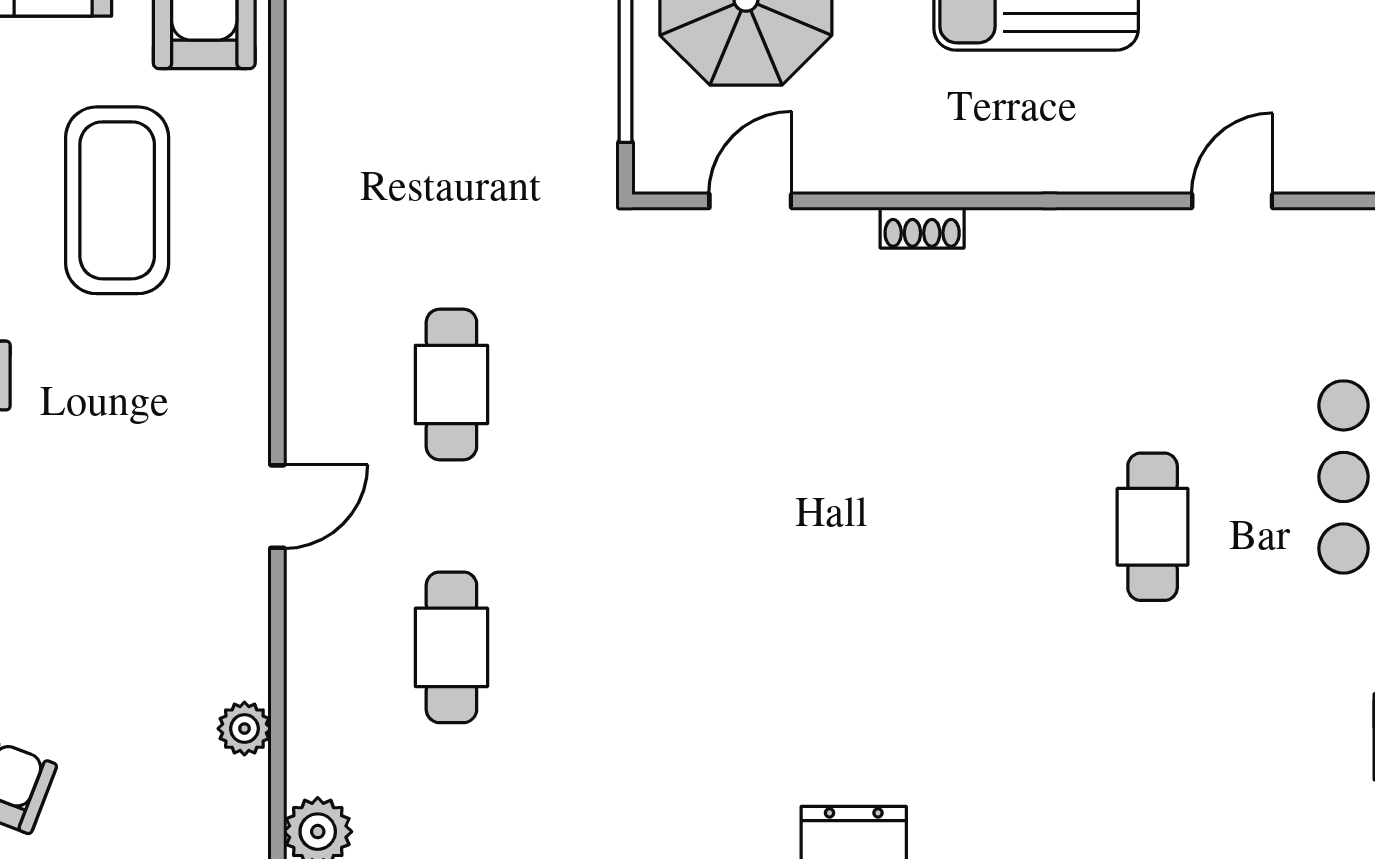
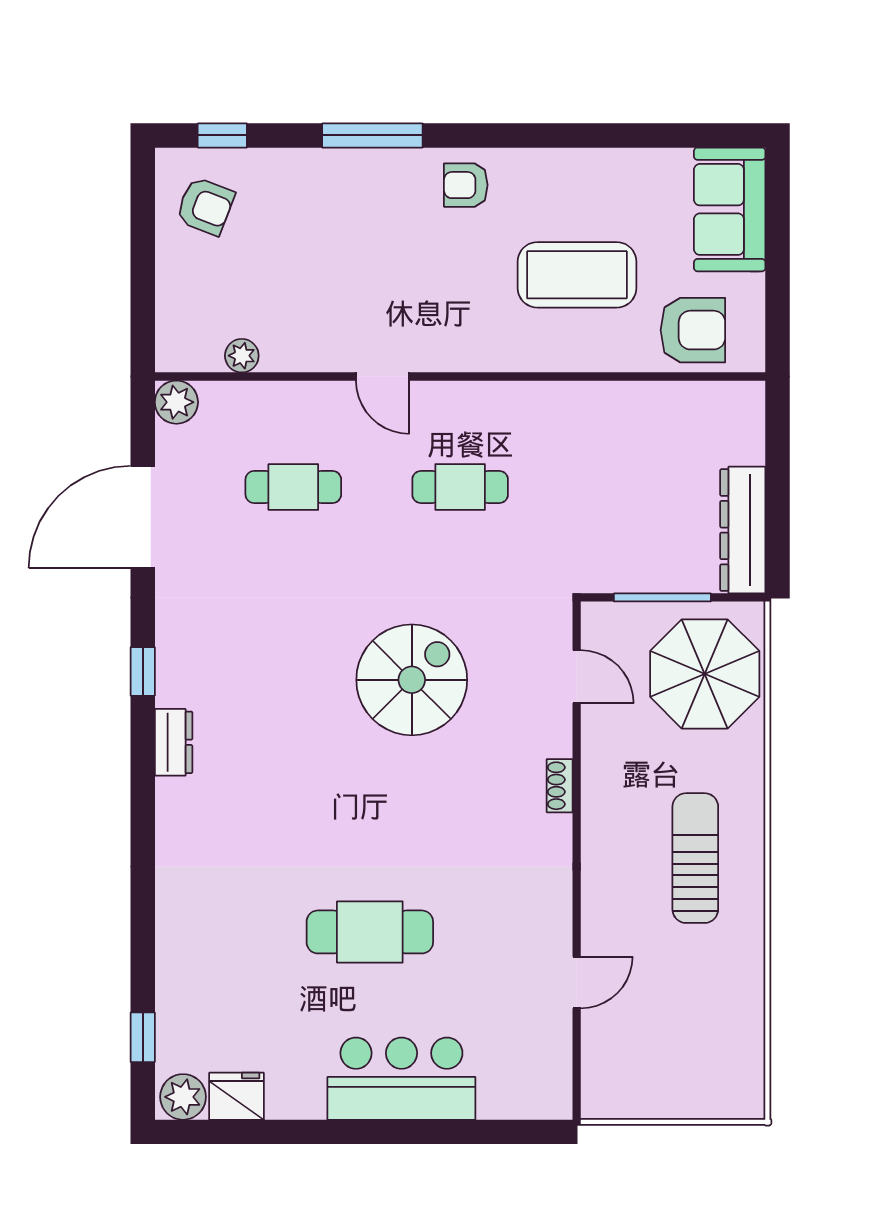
door: (1232, 201) -> (577, 982), hinge flipped
spiral stairs: (755, 461) -> (412, 680), added
cafe table: (1153, 527) -> (370, 932), width x1.37, depth x1.35

